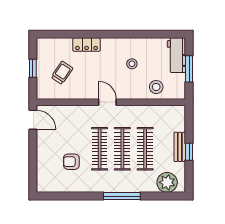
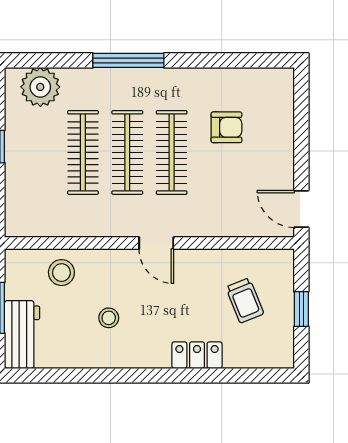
trolley: (62, 73) -> (245, 300), turned -56
bench: (180, 147) -> (15, 156), removed

